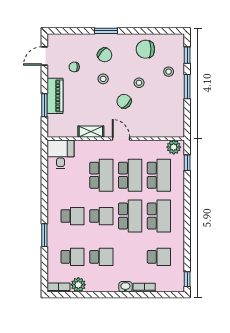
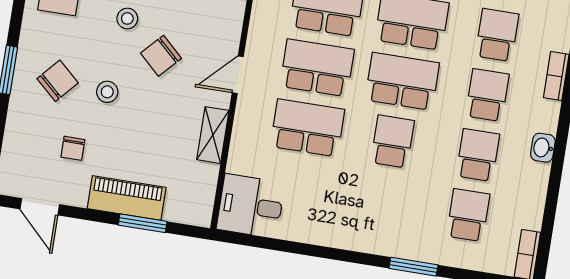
school desk: (73, 216) -> (487, 95), moved
plant: (78, 285) -> (528, 212), removed
washbasin: (125, 287) -> (543, 148), moved

